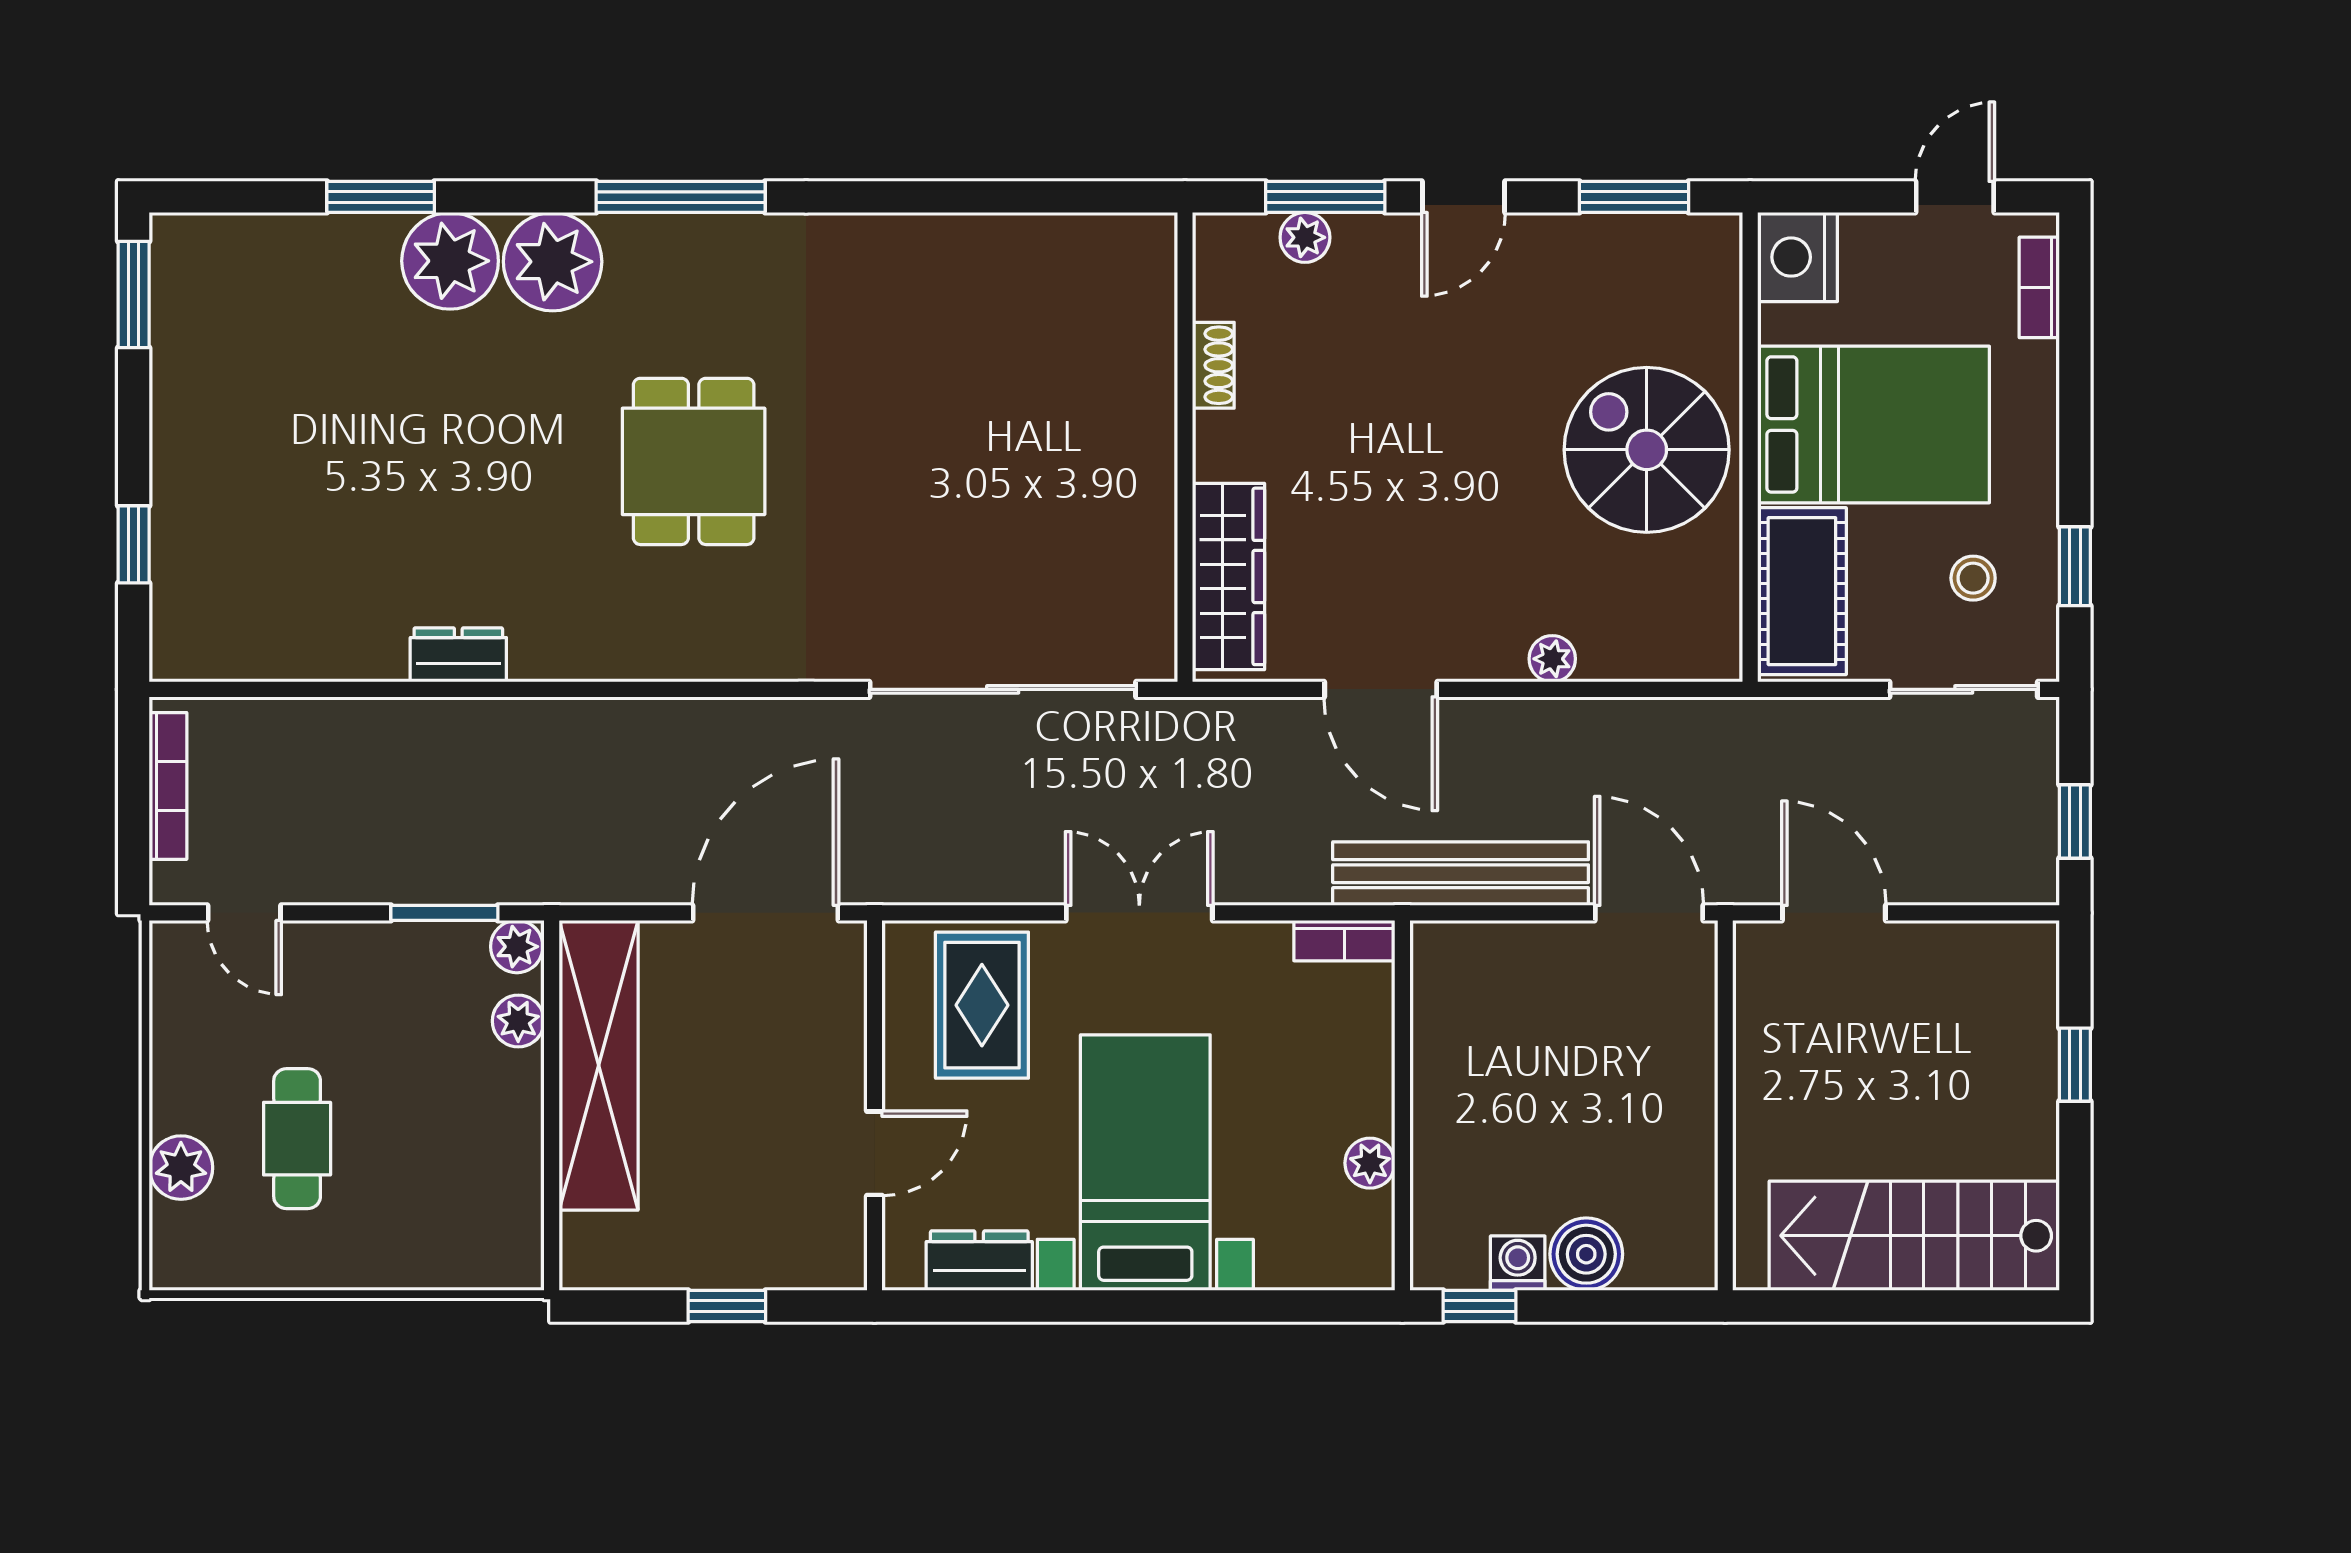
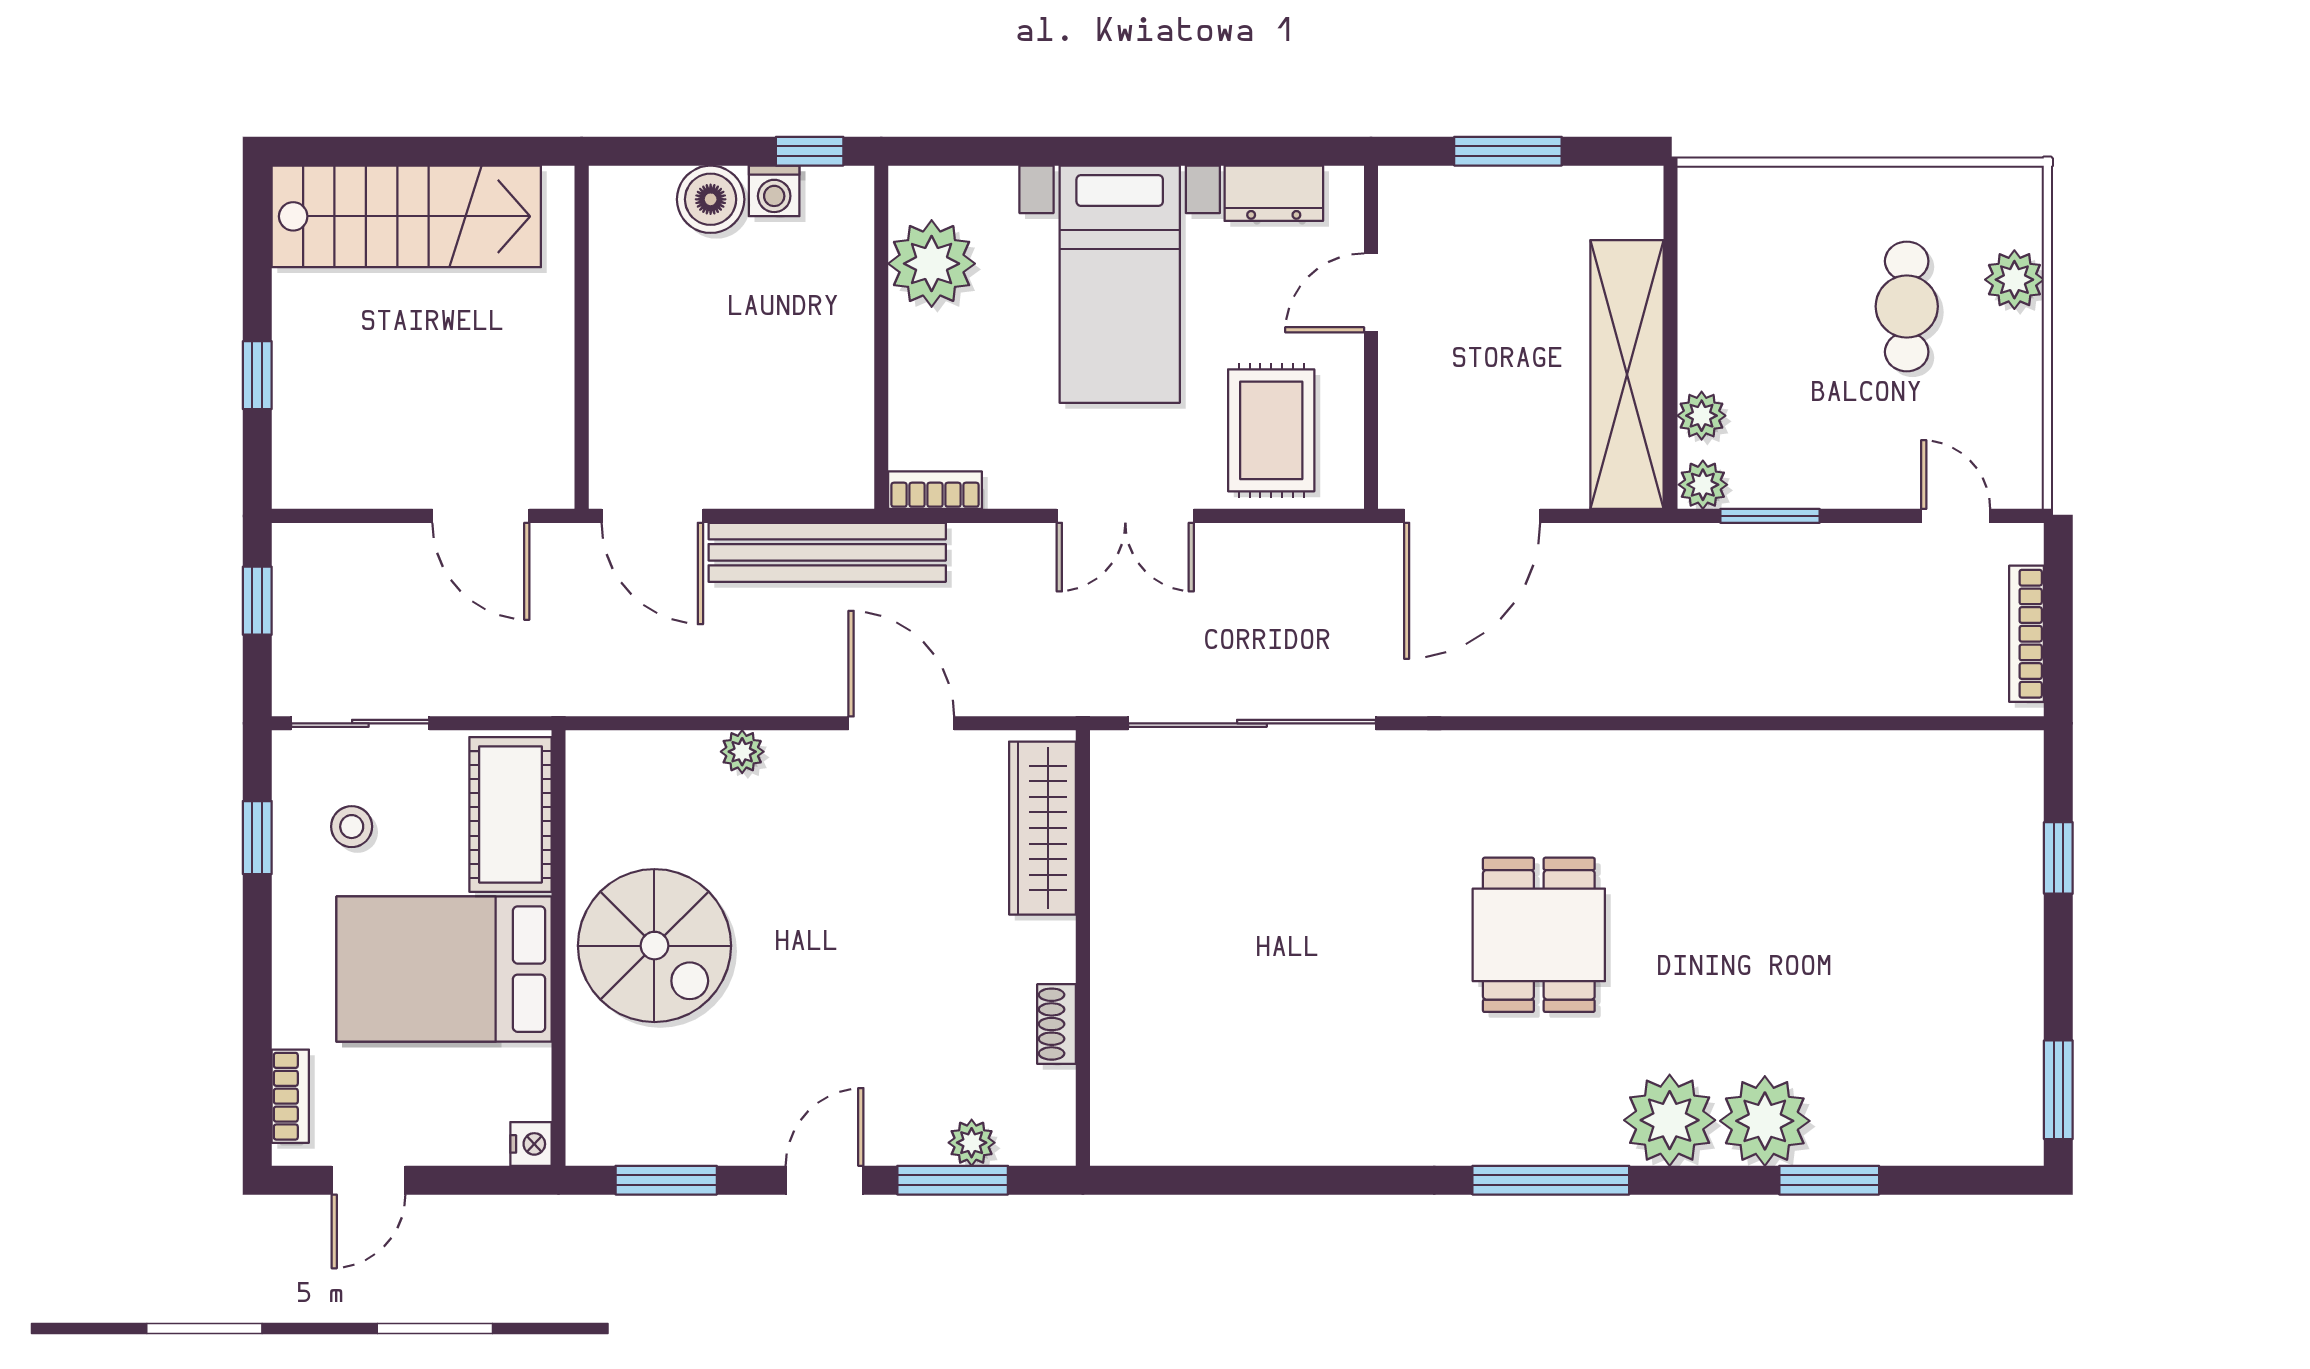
nightstand: (1798, 257) -> (531, 1144), width x0.53, depth x0.56
dresser: (458, 655) -> (1757, 755), removed
plant: (1370, 1163) -> (932, 264), width x1.87, depth x1.87
window: (727, 1306) -> (1508, 151), width x1.50

